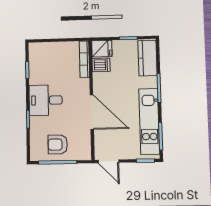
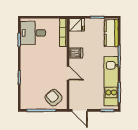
dishwasher: (101, 65) -> (76, 53), moved
desk: (46, 100) -> (33, 33), moved
door: (92, 112) -> (68, 73), width x0.53
armchair: (58, 145) -> (54, 98), moved, turned 48

